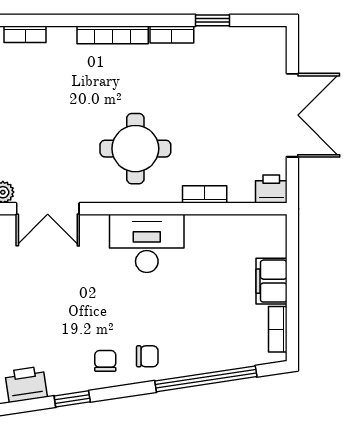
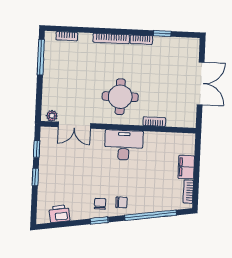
printer: (271, 189) -> (188, 120), removed
window: (72, 399) -> (99, 221), moved

